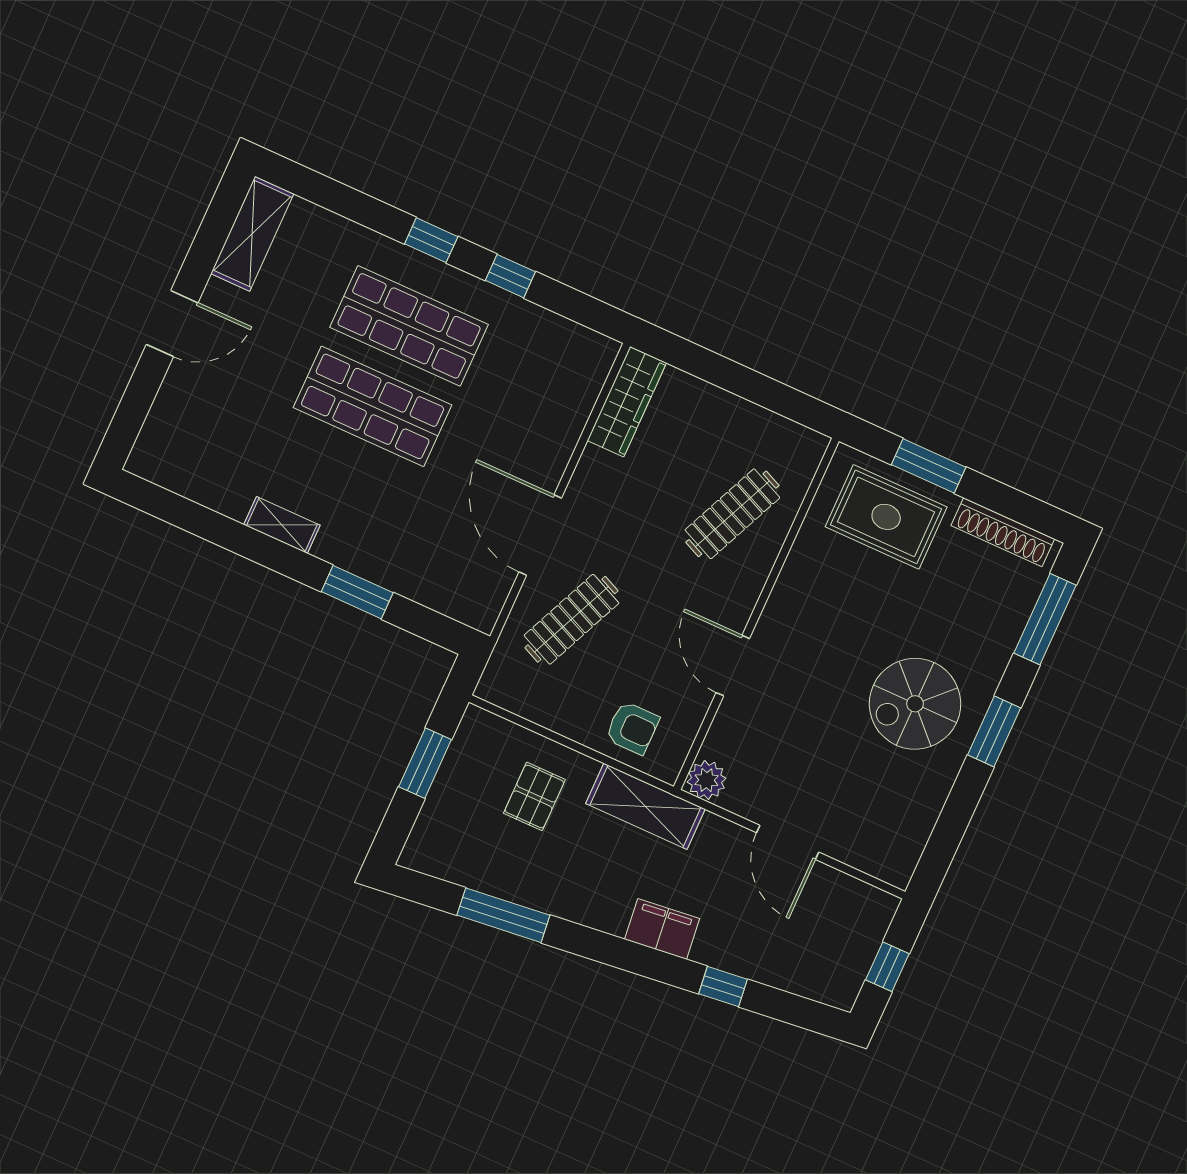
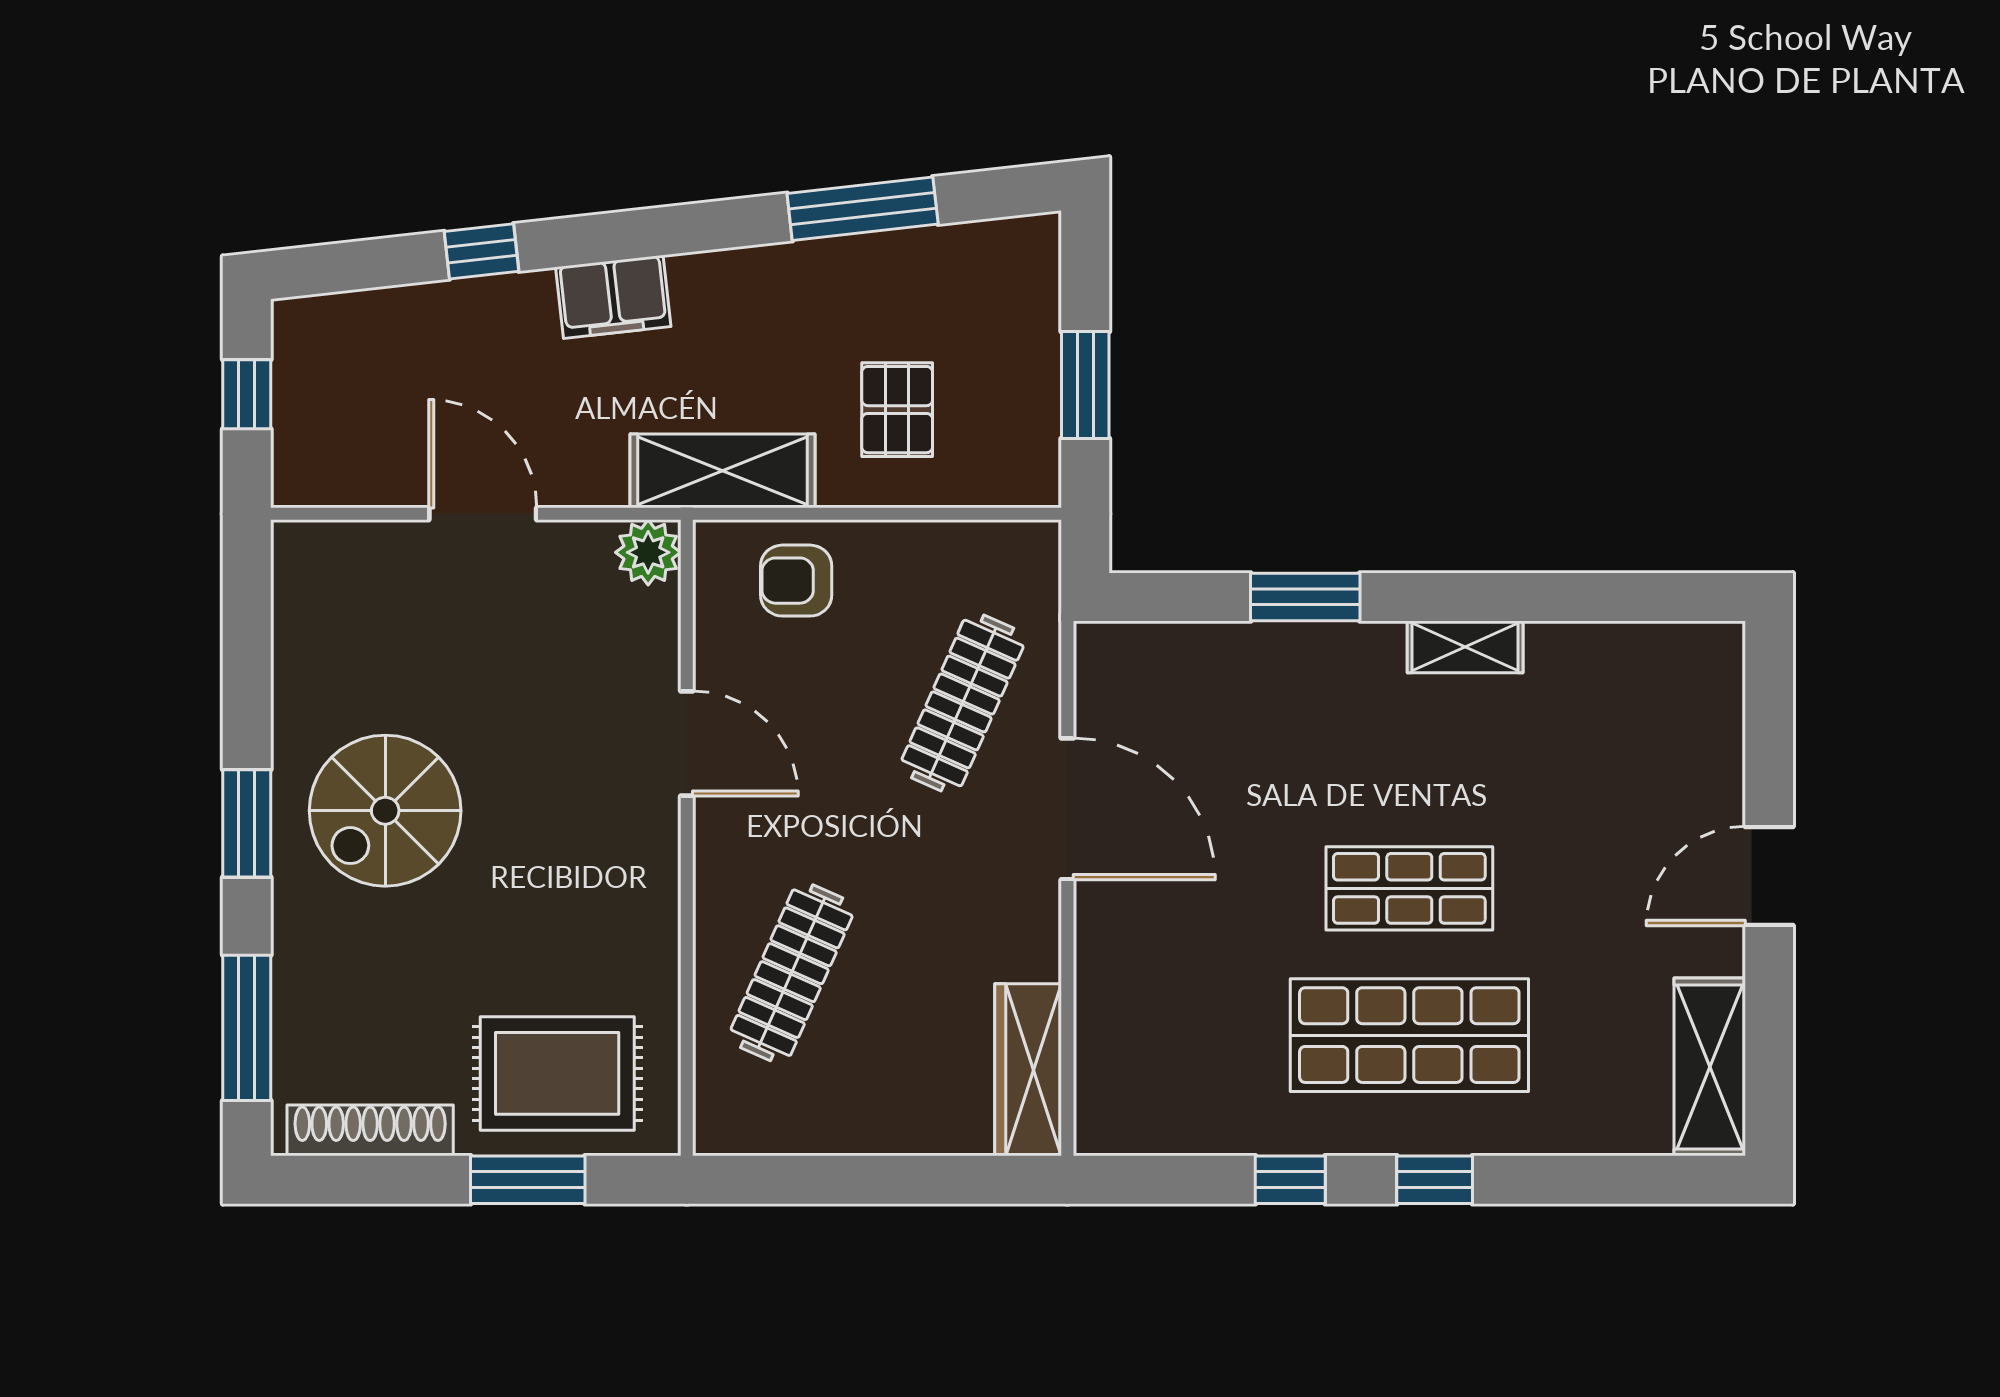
shop shelf: (373, 406) -> (1409, 888), width x0.70, depth x0.74
spiral stairs: (915, 704) -> (385, 811), turned 180

